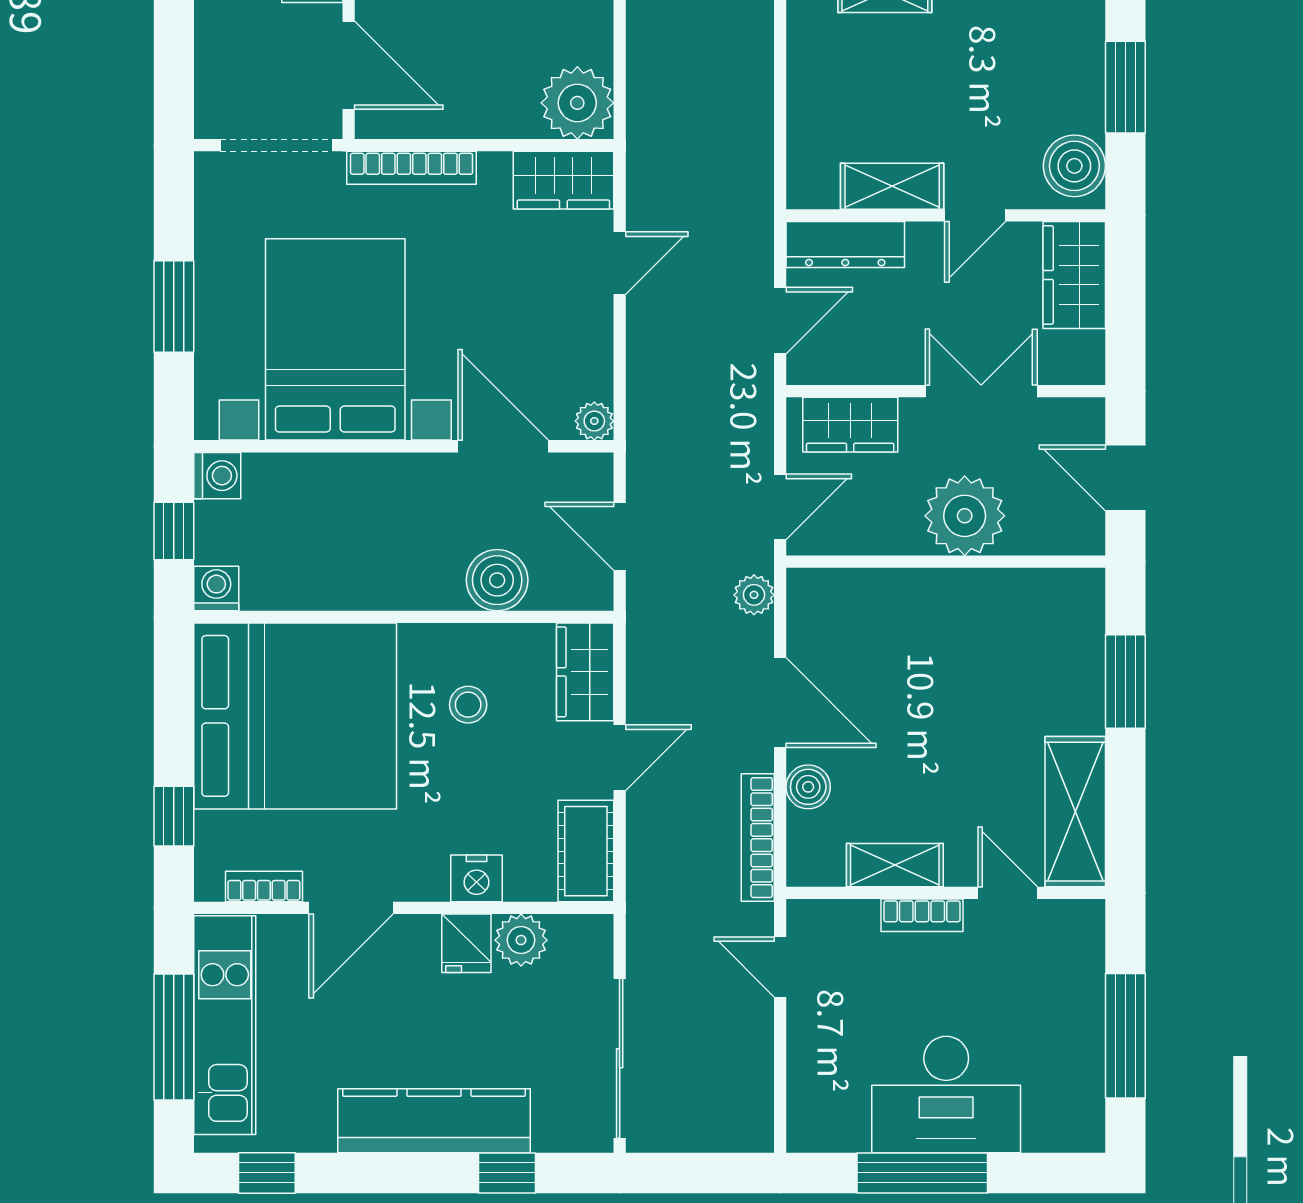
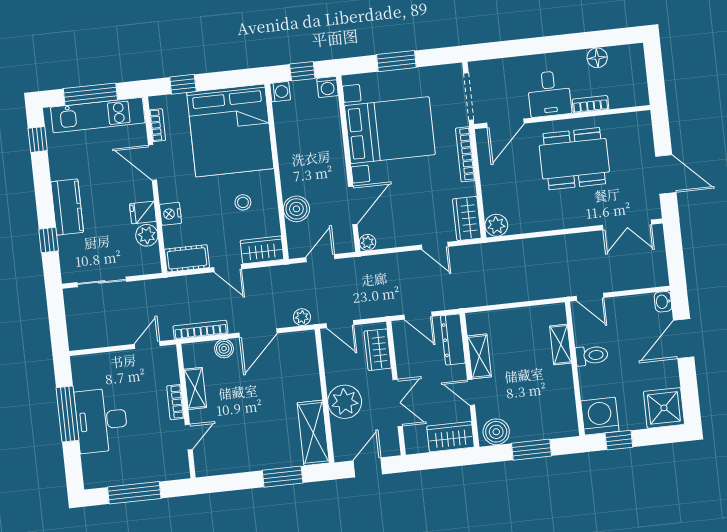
plant: (577, 103) -> (496, 225), width x0.73, depth x0.73
shelving: (1075, 812) -> (313, 433), moved, turned 90
sliding door: (620, 1058) -> (102, 282), width x0.73
kitchen counter: (434, 1121) -> (67, 207), width x0.67

